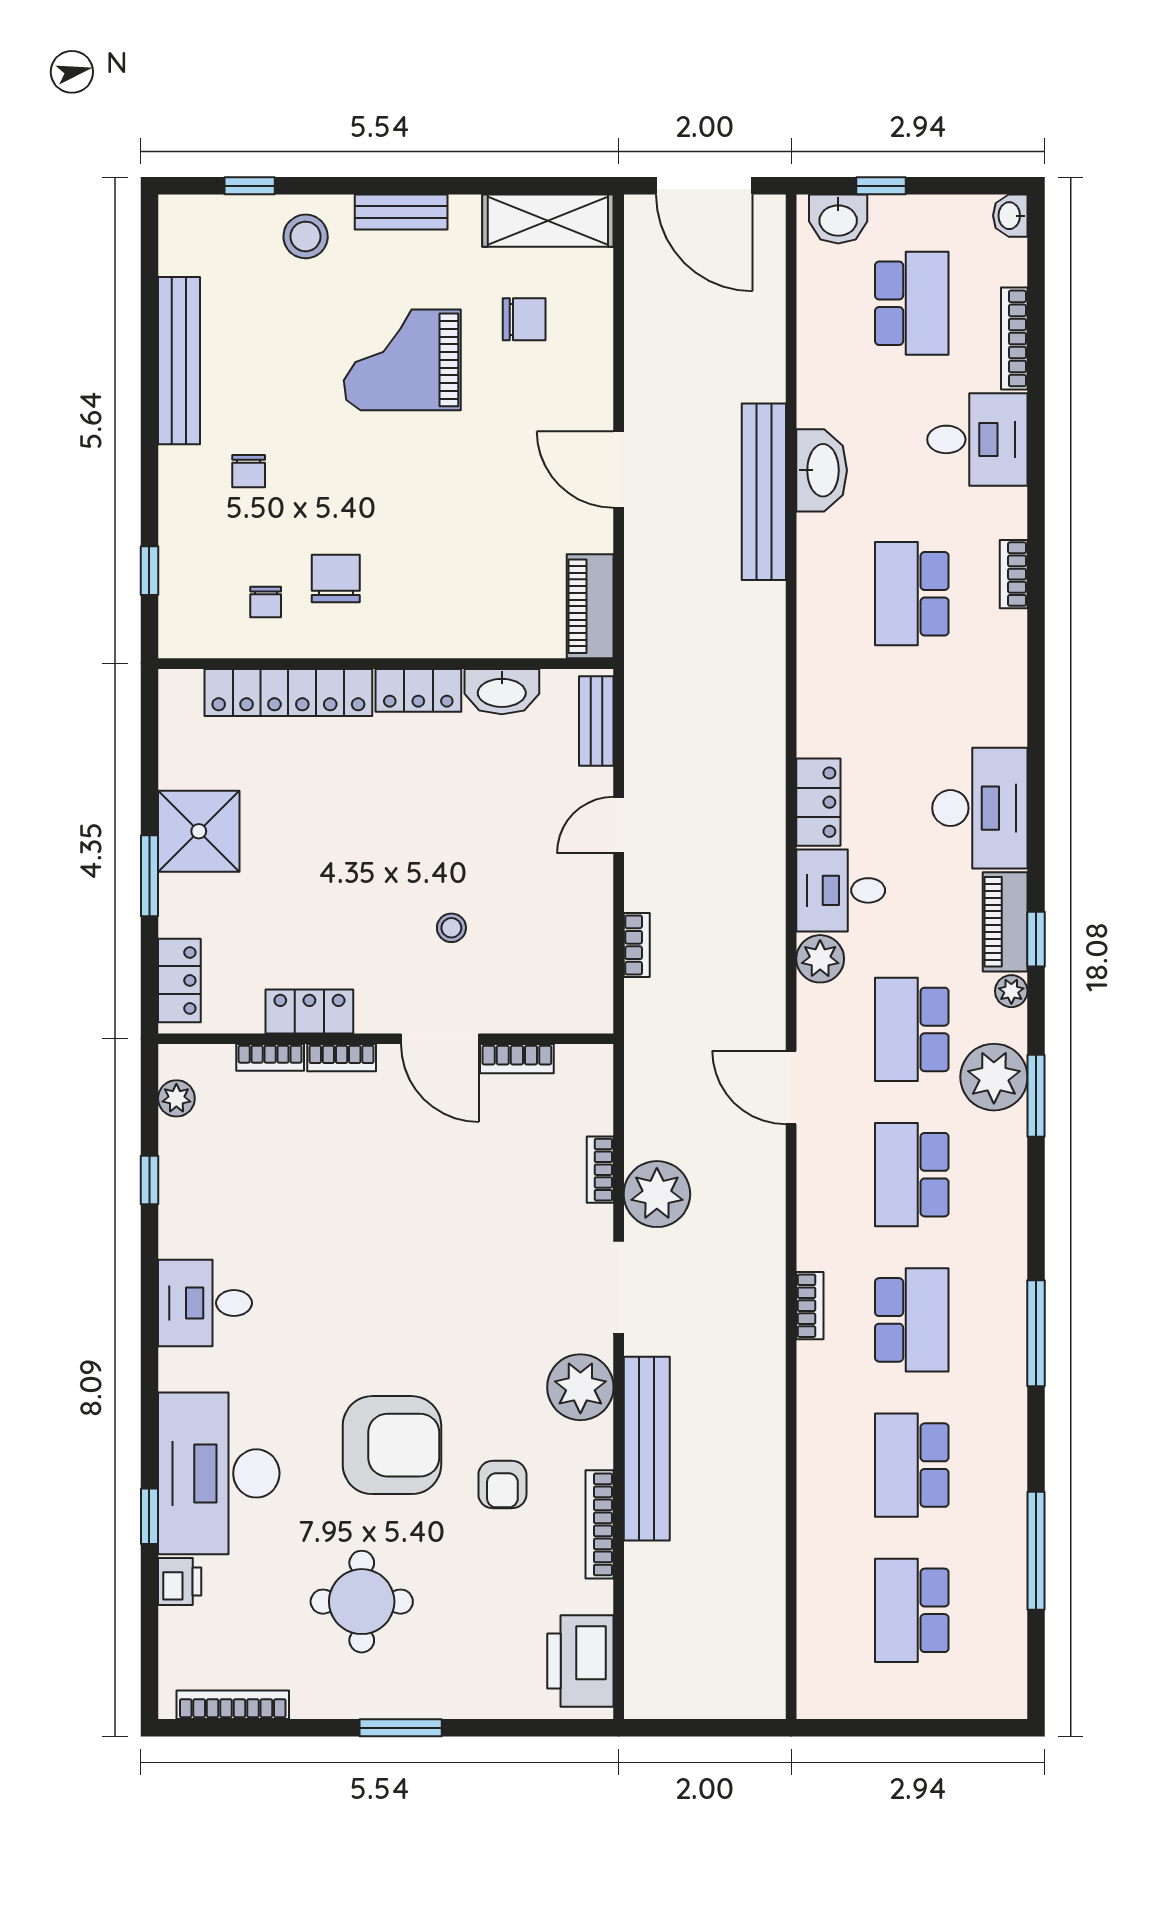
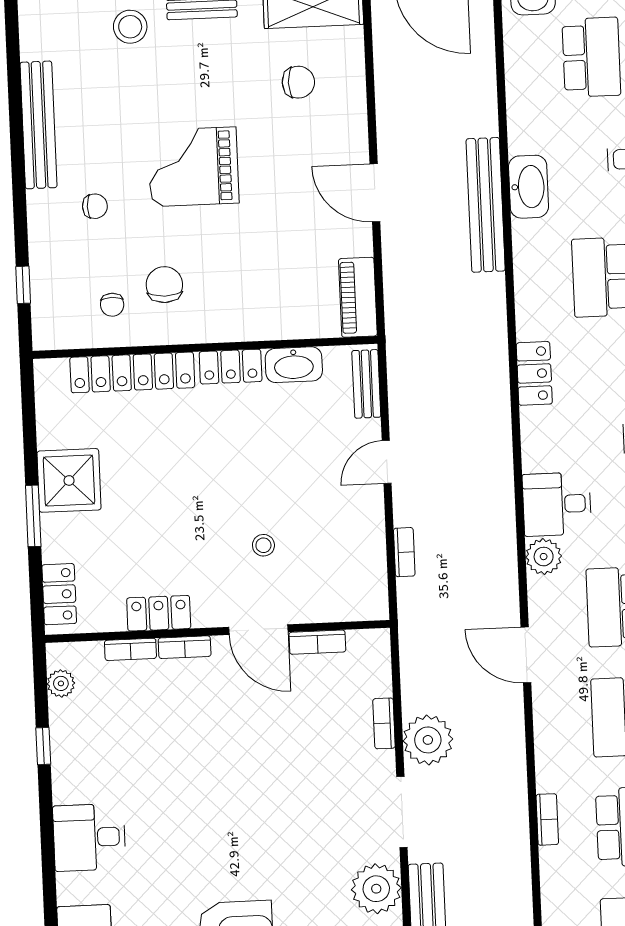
grand piano: (402, 360) -> (193, 167), moved
chair: (249, 471) -> (95, 206), turned -90
locker: (818, 802) -> (534, 373), moved

